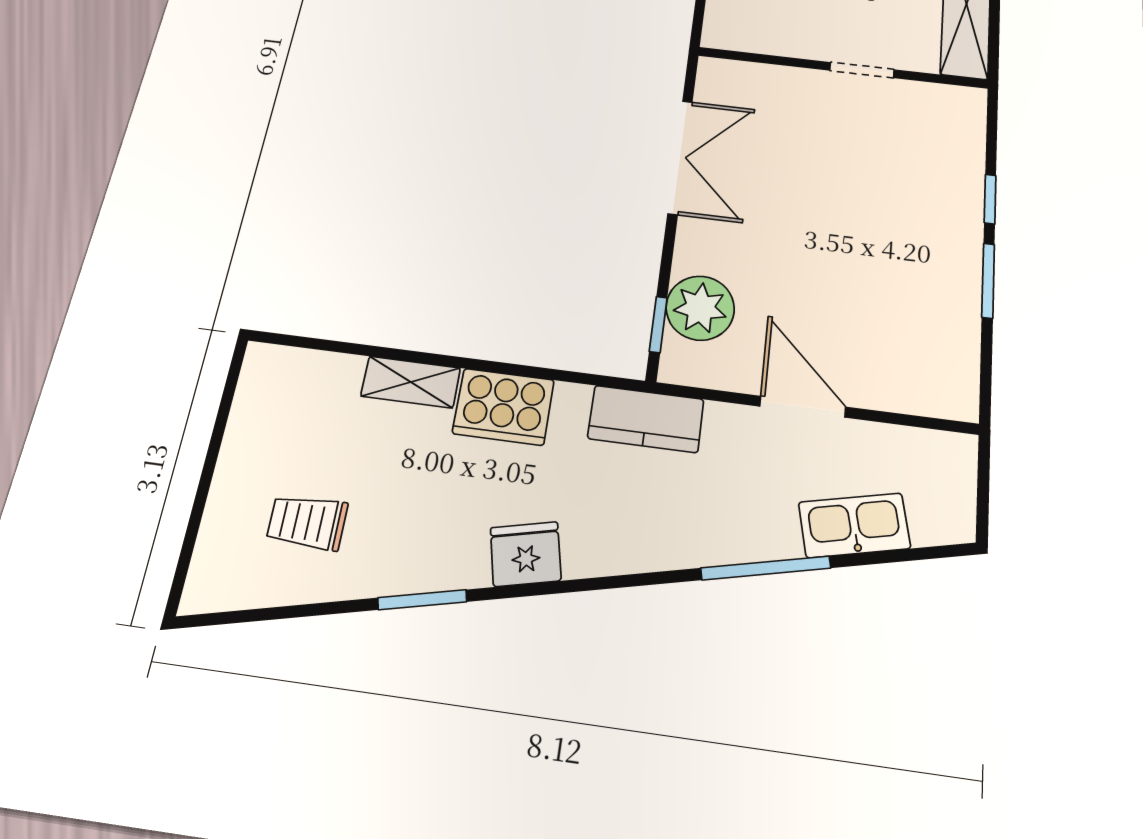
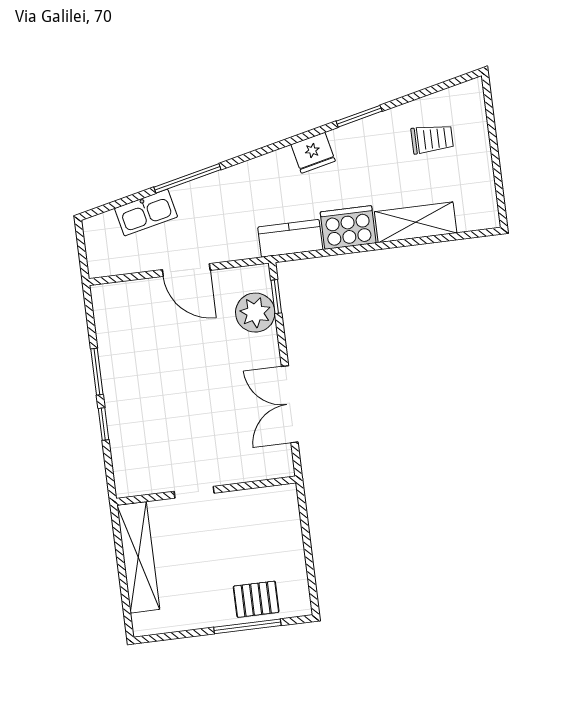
shelving: (411, 382) -> (416, 222), width x1.50, depth x1.33
kitchen counter: (646, 419) -> (290, 238), moved

